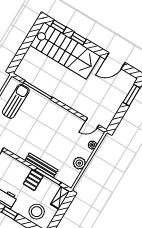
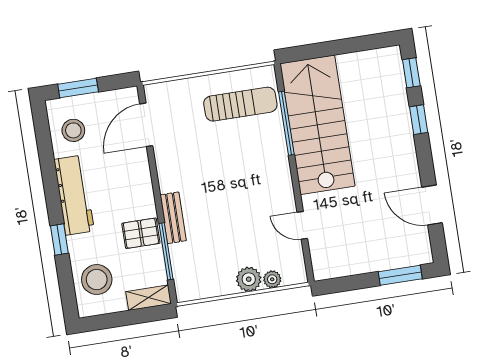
stairs: (65, 51) -> (317, 125), moved, turned 180
door: (92, 123) -> (302, 225), moved
plant: (79, 163) -> (249, 279), moved
bench: (41, 165) -> (173, 218), width x0.73

